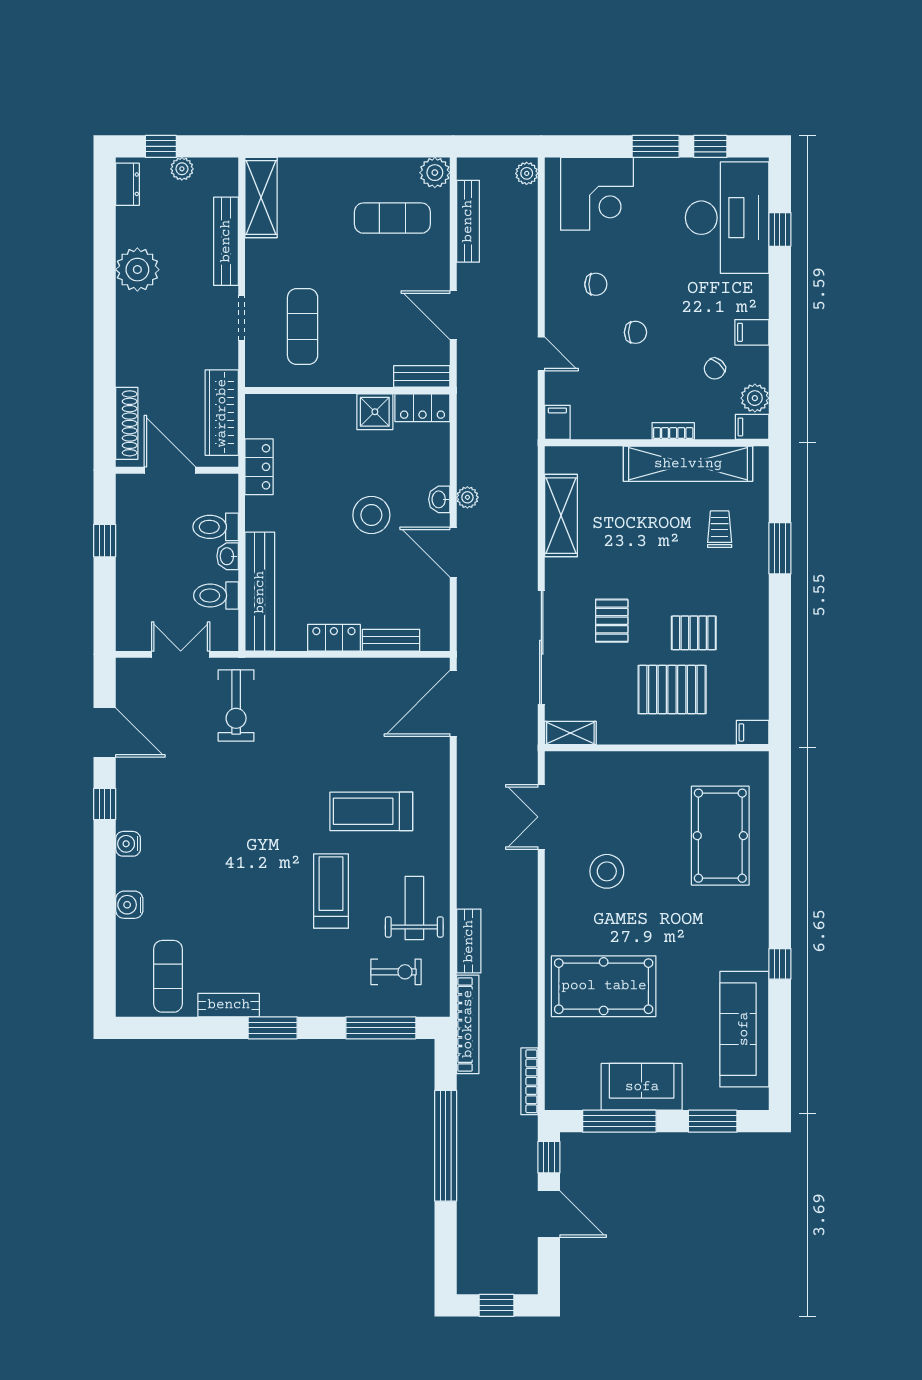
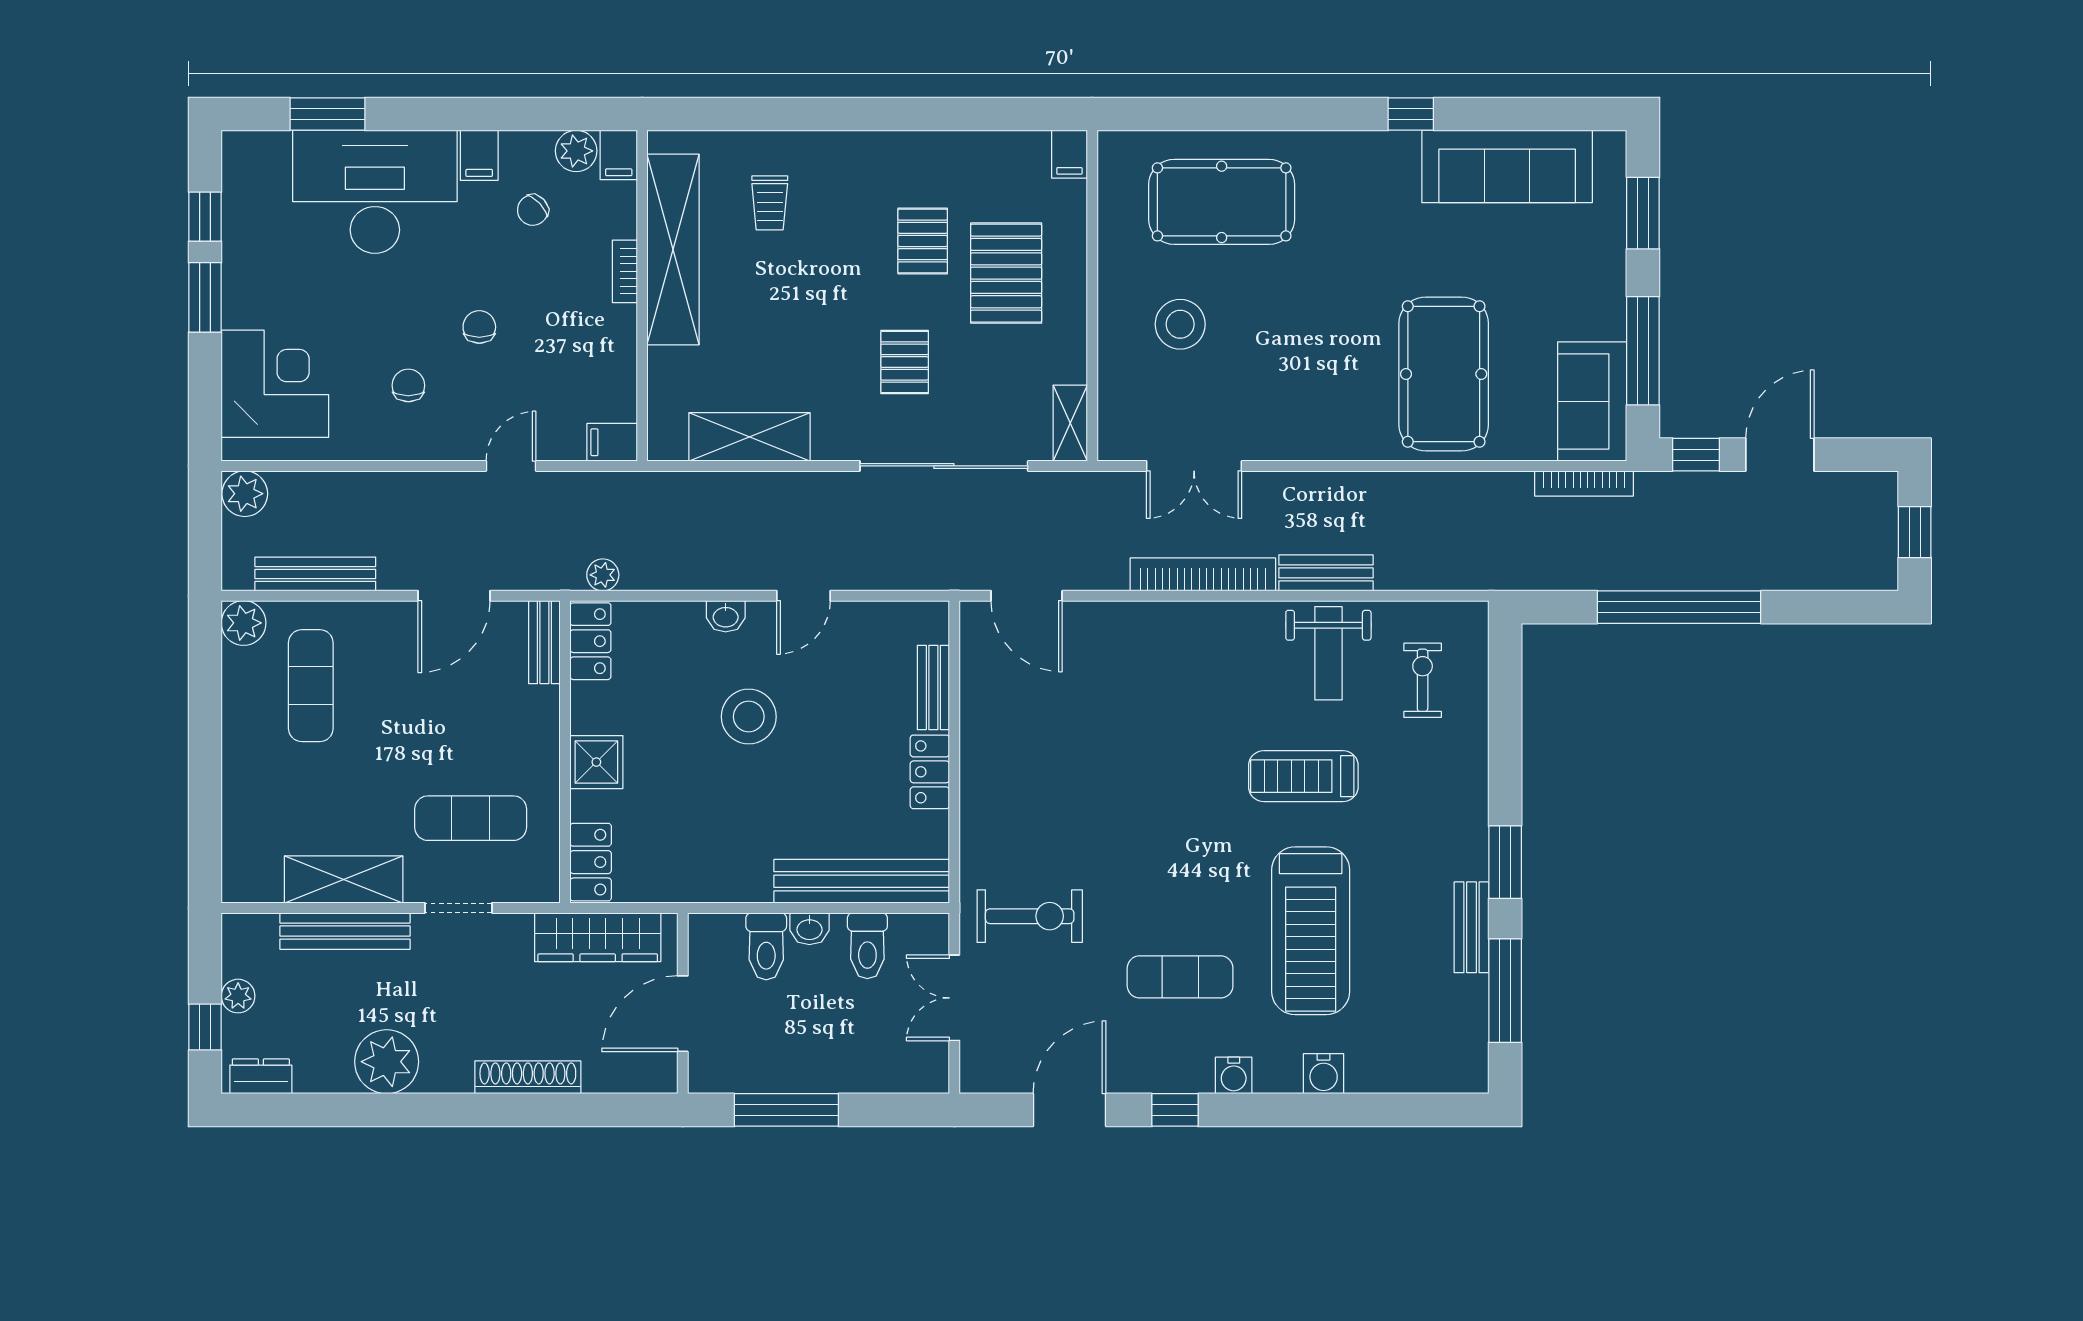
plant: (527, 173) -> (245, 494), width x1.38, depth x1.38
shelving: (261, 198) -> (344, 879), moved
desk: (727, 218) -> (375, 192), moved
window: (780, 229) -> (327, 114), width x1.50
chair: (715, 369) -> (533, 210), turned 96
shower: (375, 412) -> (596, 762), moved
shoe rack: (127, 423) -> (528, 1077), moved
locker: (259, 467) -> (591, 862), moved, turned 90
plant: (467, 497) -> (603, 575), moved
trolley: (720, 529) -> (770, 203), turned -90
window: (105, 541) -> (786, 1110), width x2.17
window: (780, 548) -> (798, 114), removed
door: (453, 552) -> (803, 596), width x0.73
pallet: (612, 621) -> (905, 362), turned 90
door: (453, 703) -> (1027, 596), width x0.73
treadmill: (371, 811) -> (1311, 931), moved, width x1.37, depth x1.38
stool: (607, 871) -> (1180, 324), moved
weight bench: (414, 908) -> (1328, 653), turned -90
bench: (469, 941) -> (1326, 573), moved
exercise mat: (168, 976) -> (1180, 977), moved
bookcase: (468, 1024) -> (1203, 574), moved
window: (381, 1028) -> (1505, 991), moved
sofa: (642, 1087) -> (1592, 401), moved

